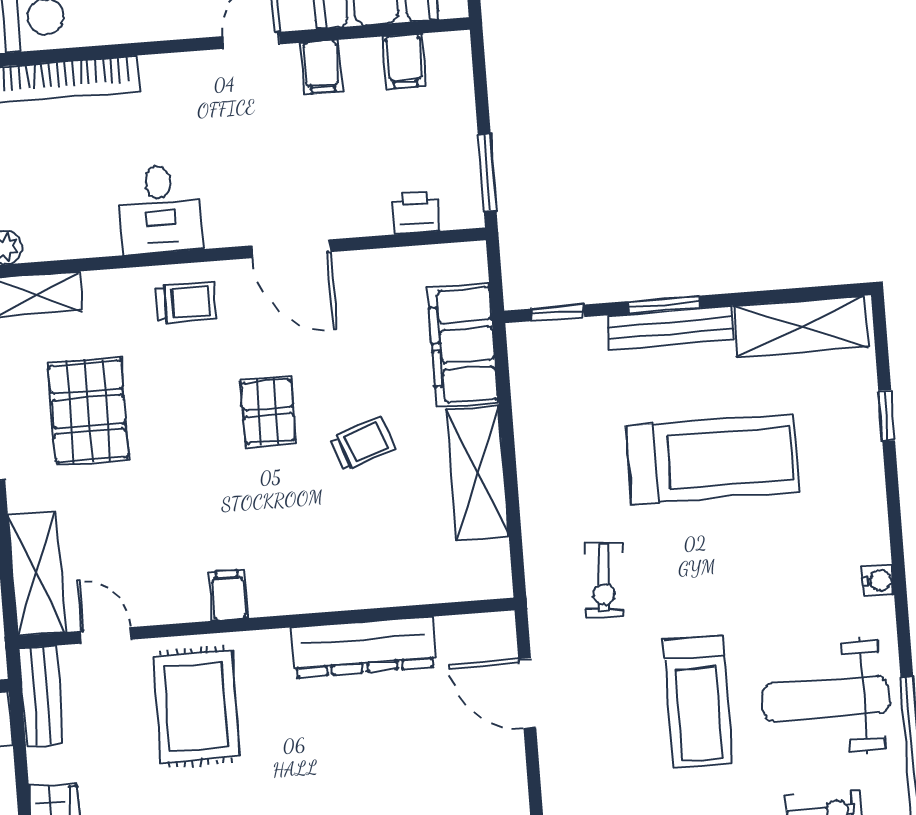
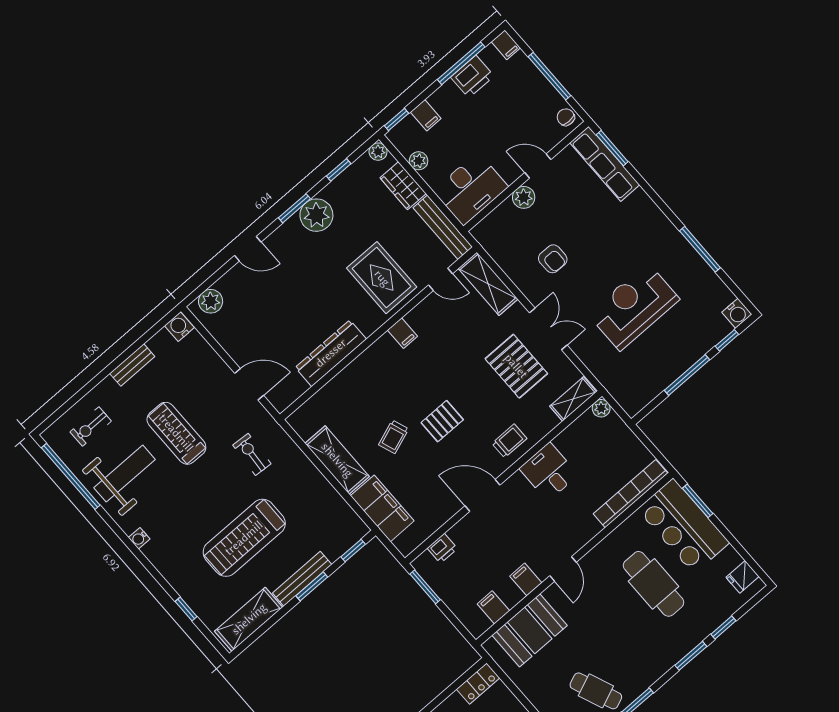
trolley: (186, 303) -> (509, 441), turned 180
pallet: (268, 412) -> (442, 421), turned 90
bench: (41, 696) -> (443, 227), width x1.36

